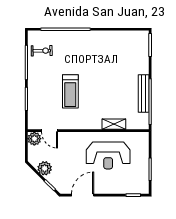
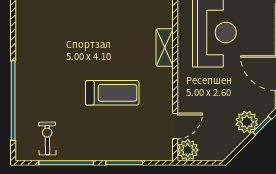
shelving: (114, 124) -> (165, 47), moved
plant: (45, 168) -> (247, 122), moved

